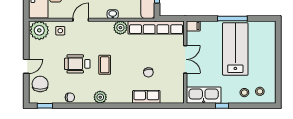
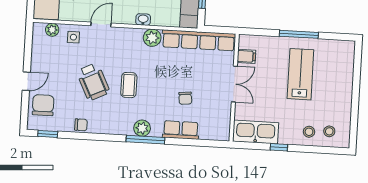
filing cabinet: (193, 26) -> (246, 56), moved
plant: (39, 30) -> (52, 30), width x0.53, depth x0.53
lab bench: (235, 49) -> (300, 74), width x0.73, depth x0.72
wheelchair: (77, 64) -> (93, 82), turned -116
plant: (100, 97) -> (142, 128), moved
window: (120, 106) -> (145, 140), added

